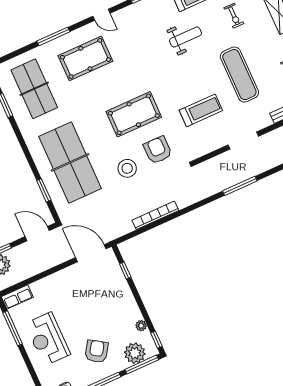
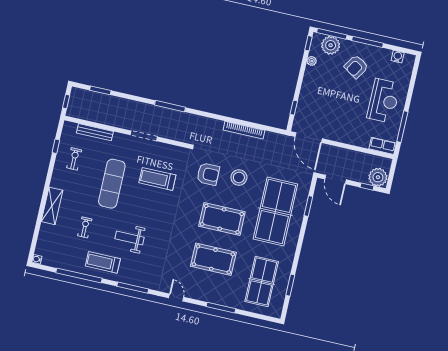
pool table: (85, 58) -> (213, 259), moved
pool table: (134, 114) -> (222, 219), moved
armchair: (158, 150) -> (208, 174), turned -90

